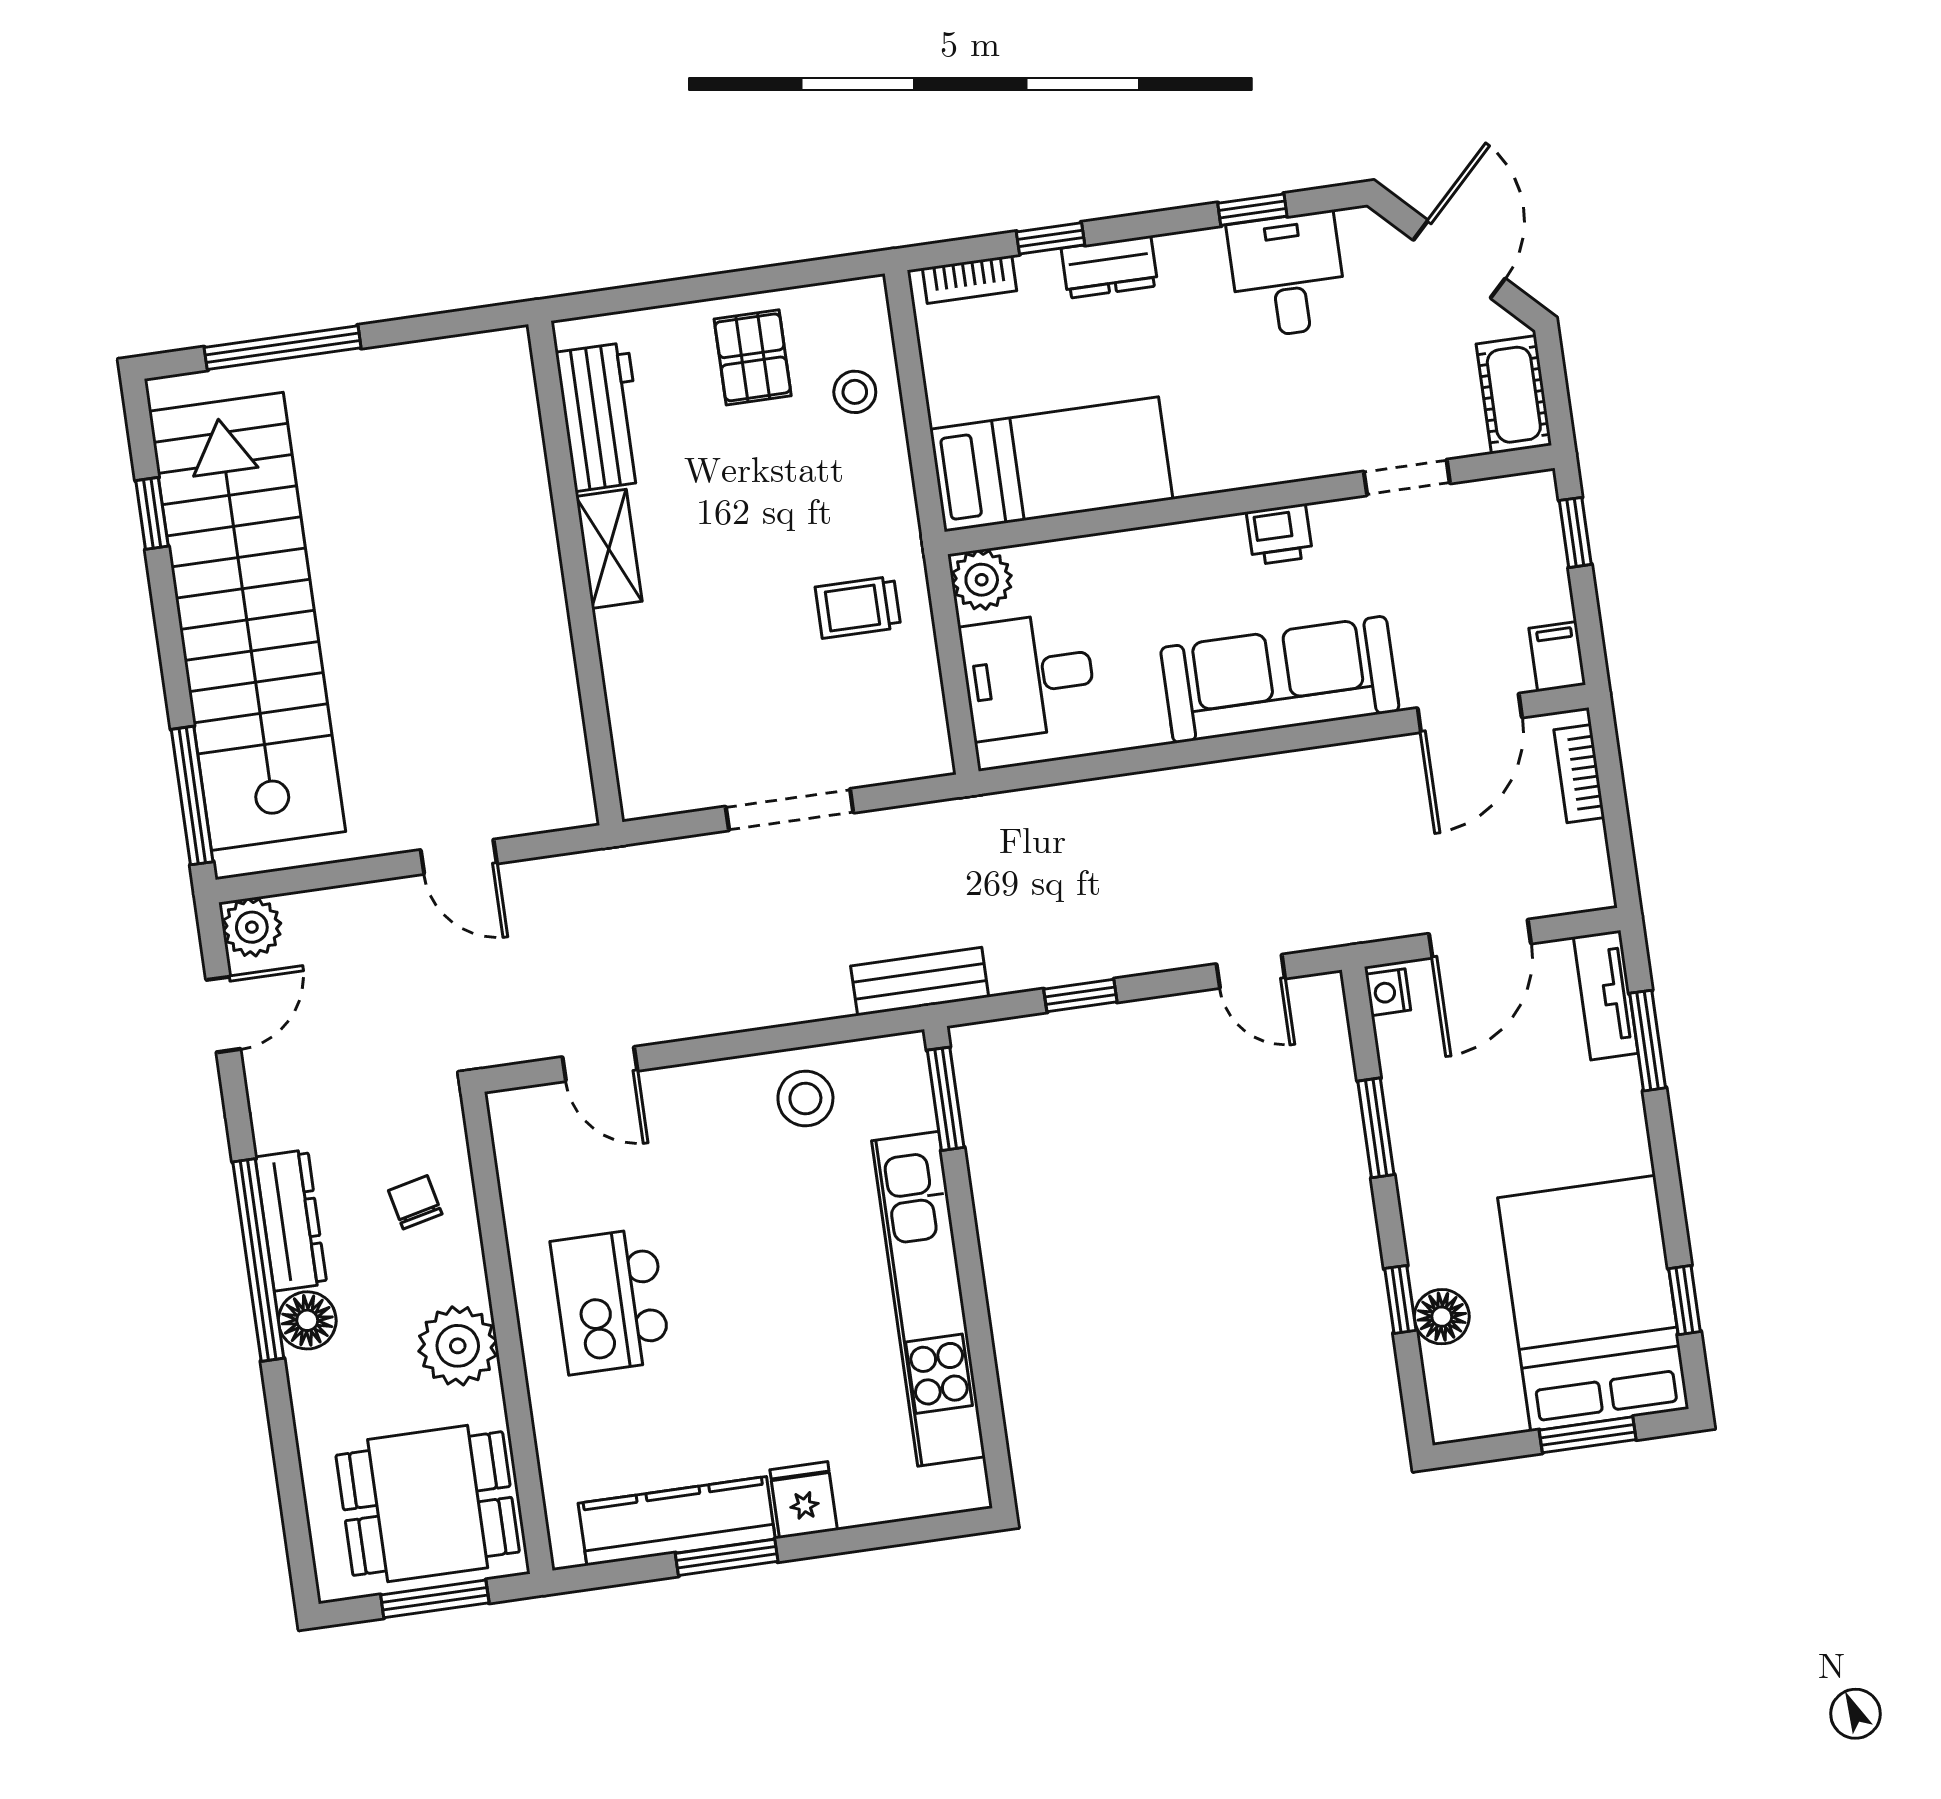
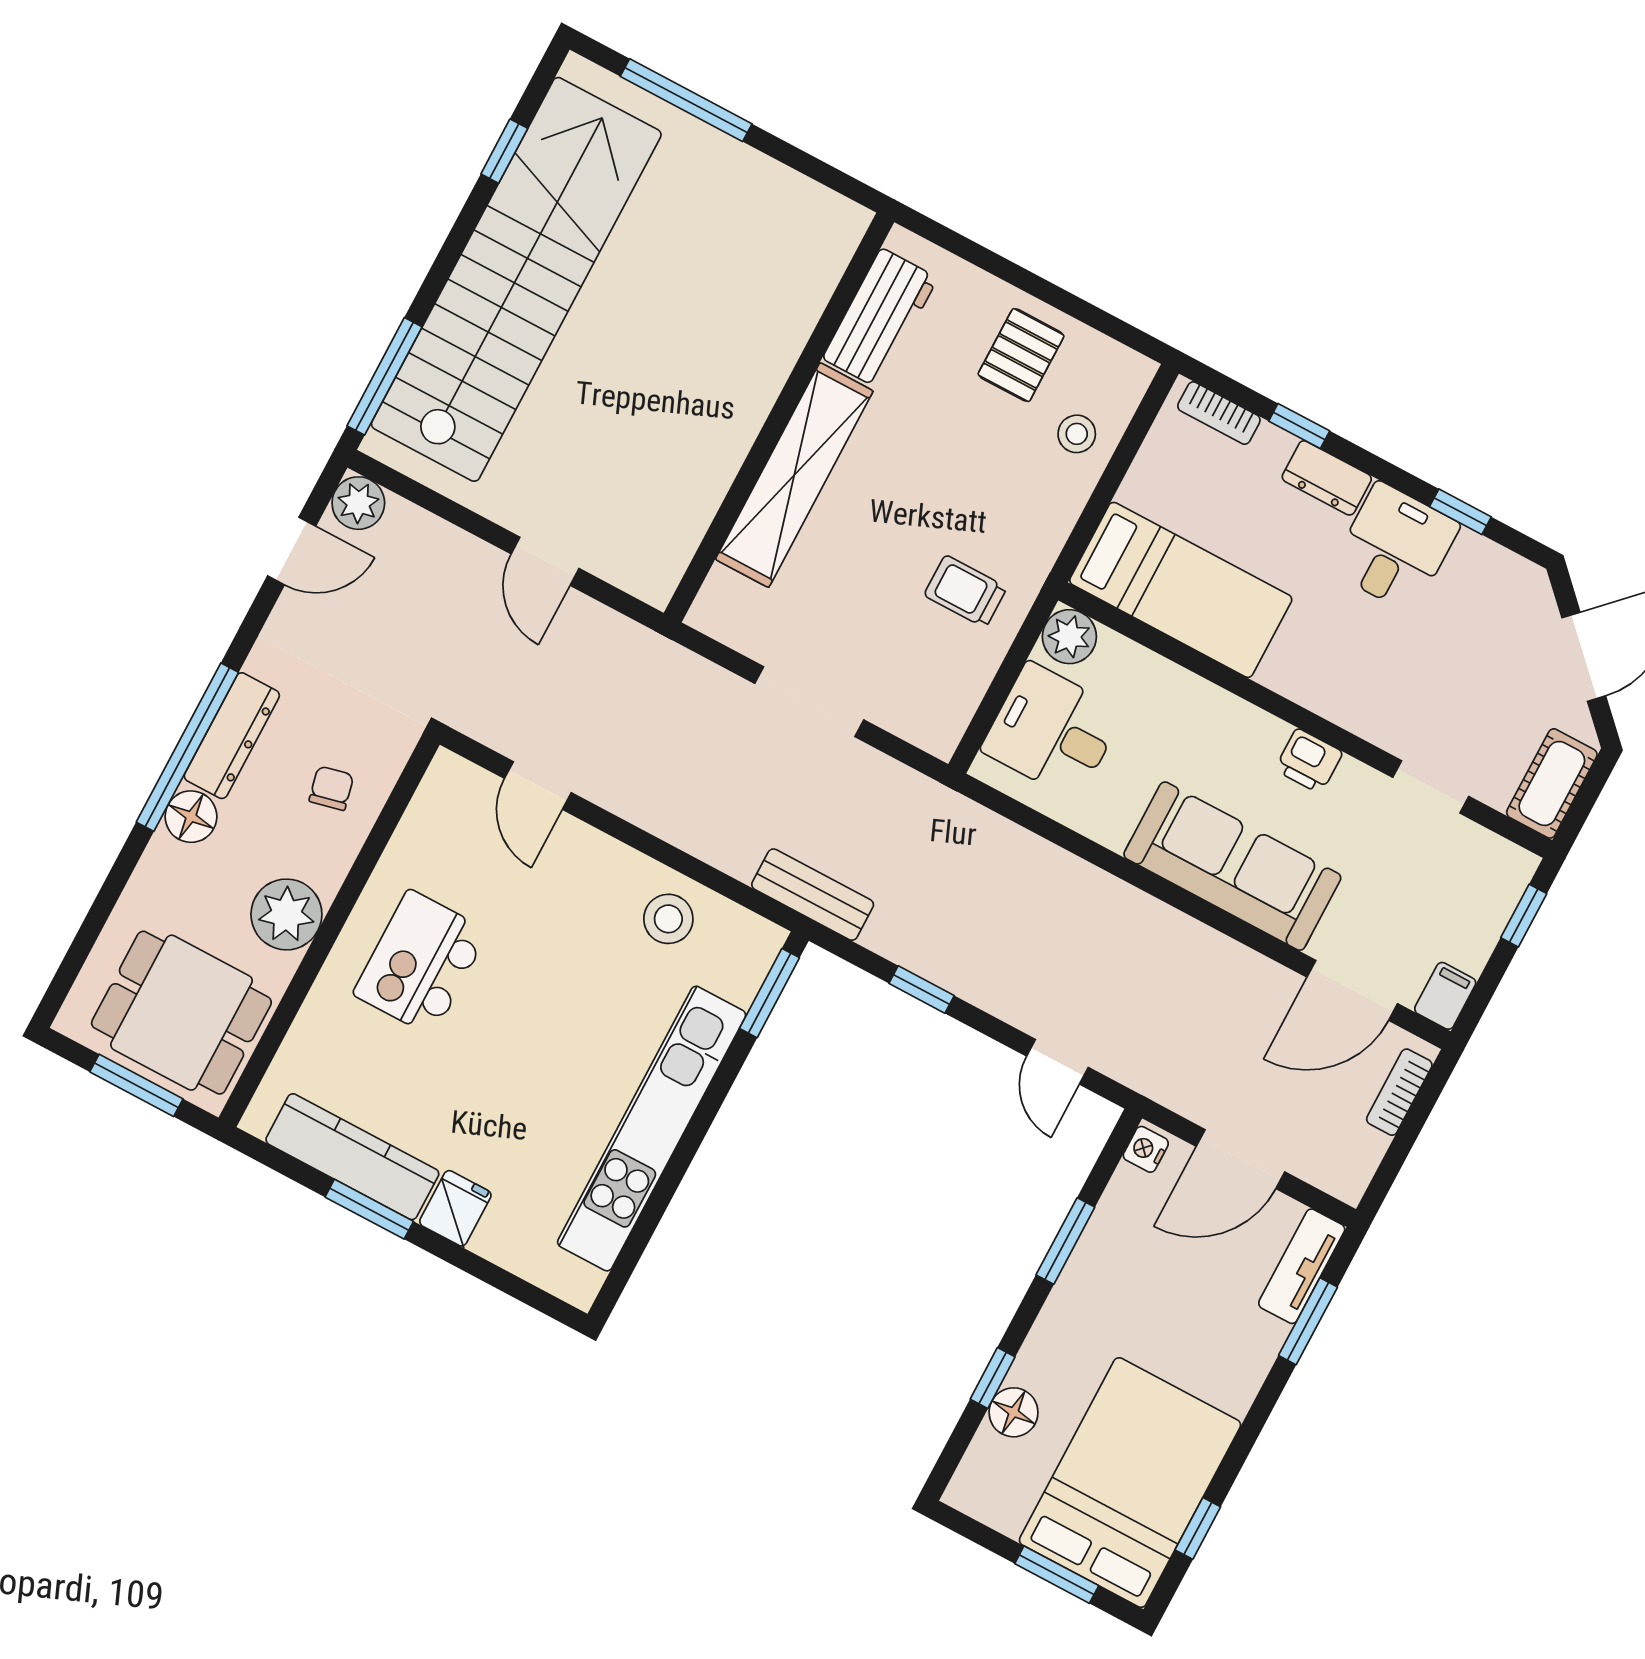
desk: (1287, 275) -> (1395, 548), moved
shelving: (609, 549) -> (794, 475), width x2.20, depth x1.33

